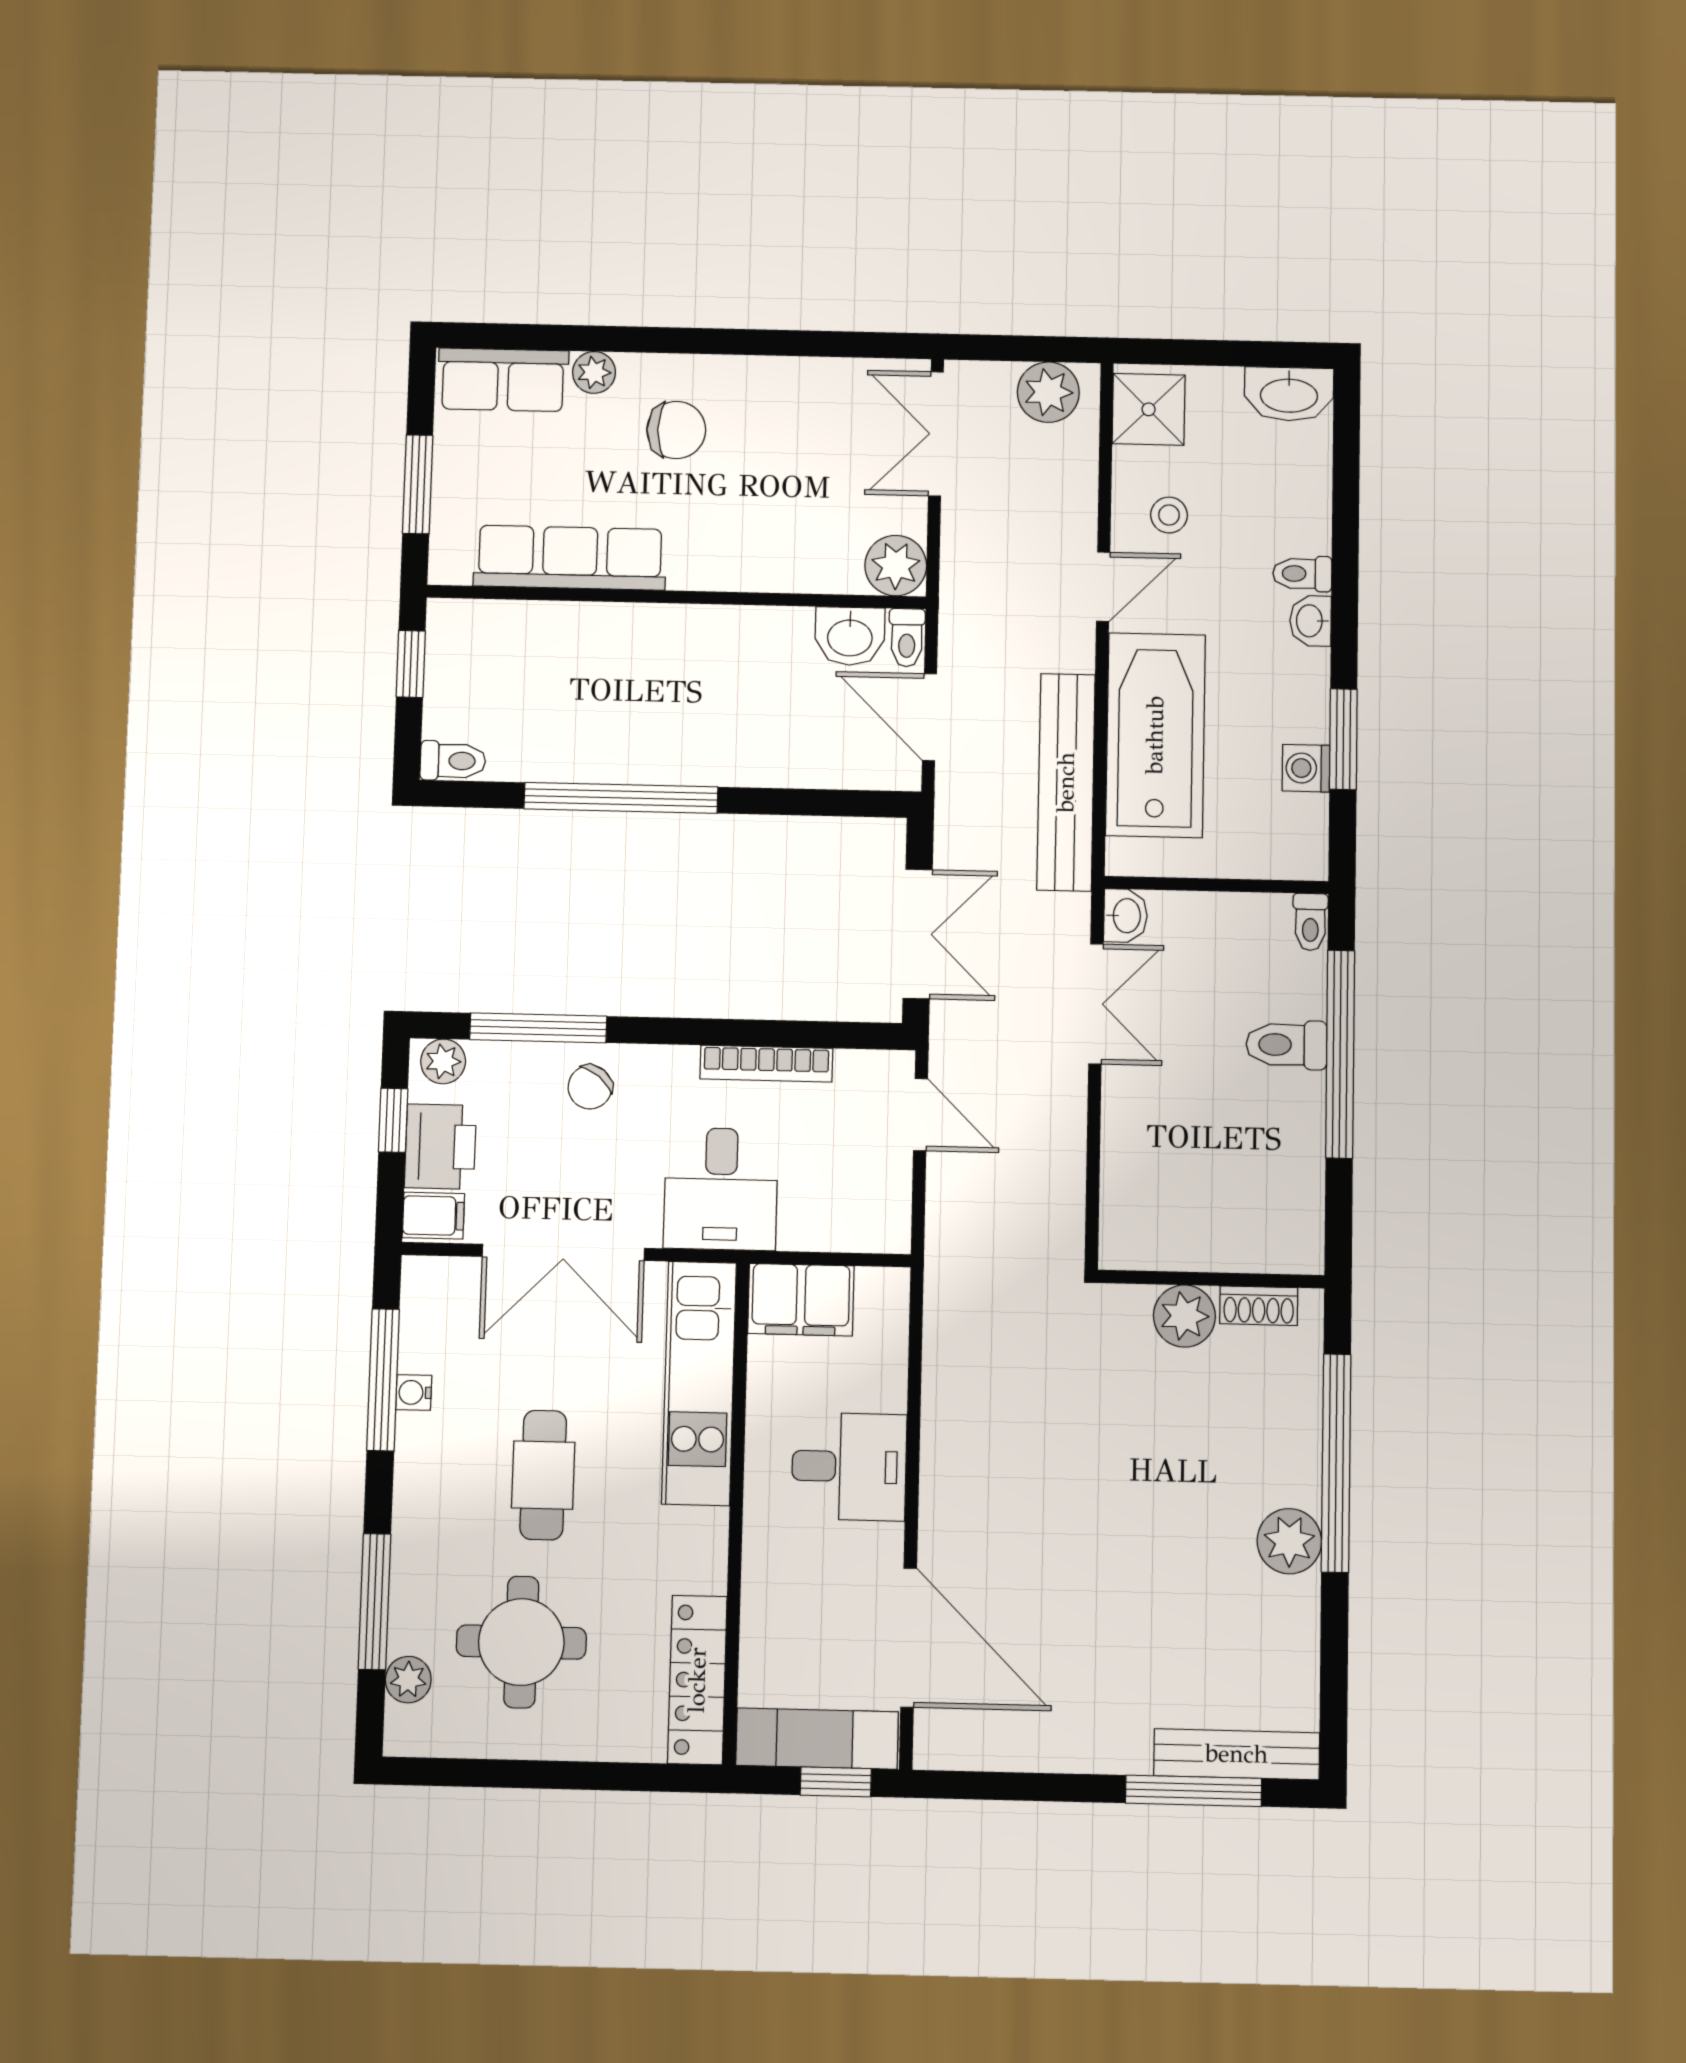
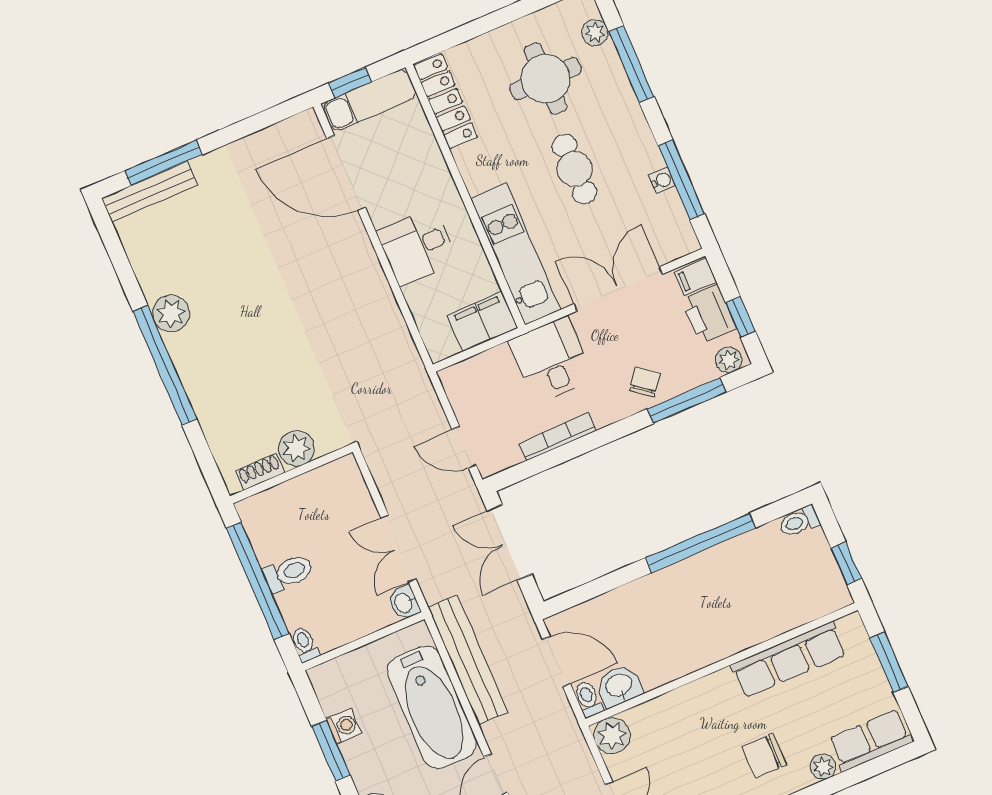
wall: (1211, 1279) -> (291, 474), moved
shoe rack: (1259, 1306) -> (260, 472), moved
plant: (1184, 1316) -> (297, 448), moved

